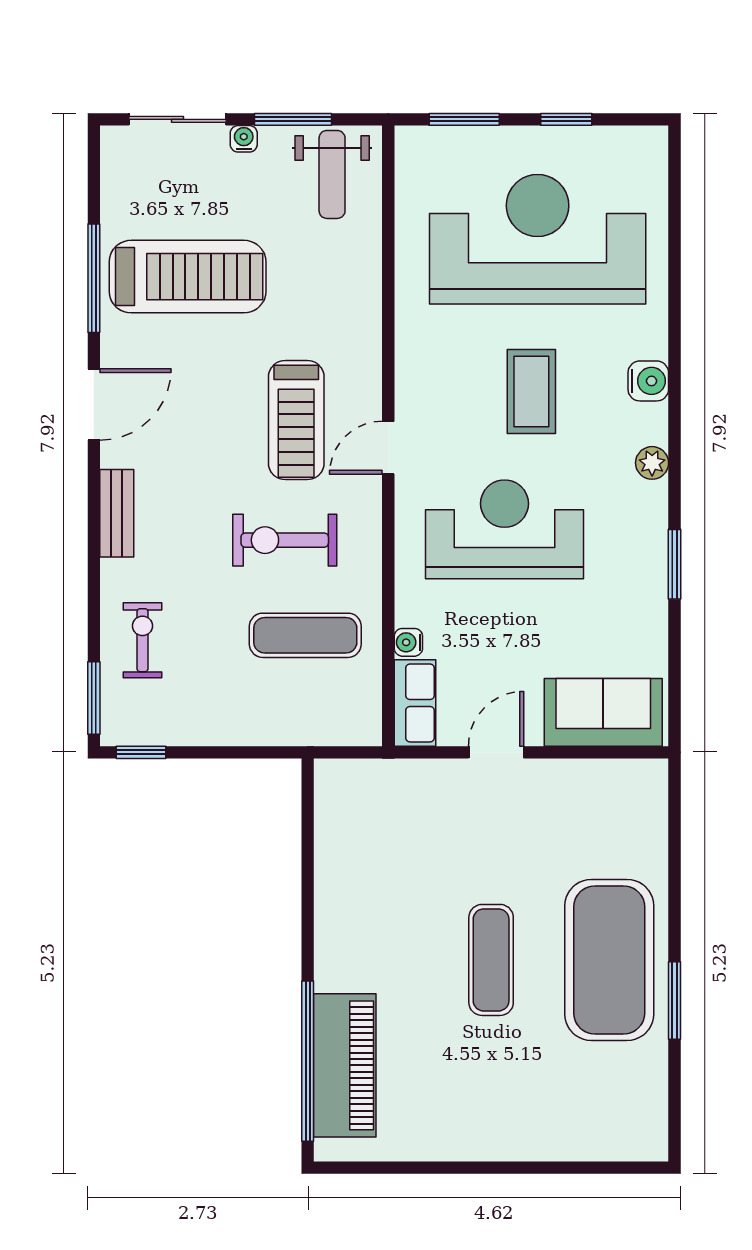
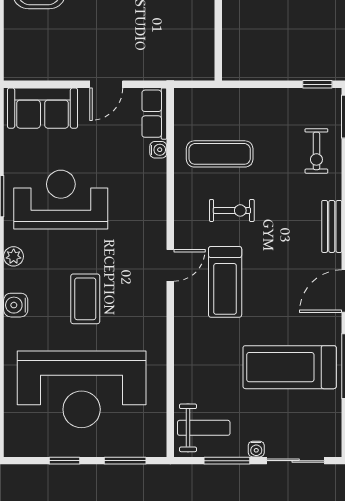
weight bench: (332, 174) -> (204, 428), turned 90
treadmill: (296, 420) -> (225, 282), turned 180
reception desk: (505, 529) -> (61, 200), moved, turned 180
exercise bike: (285, 540) -> (232, 210), width x0.73, depth x0.72

